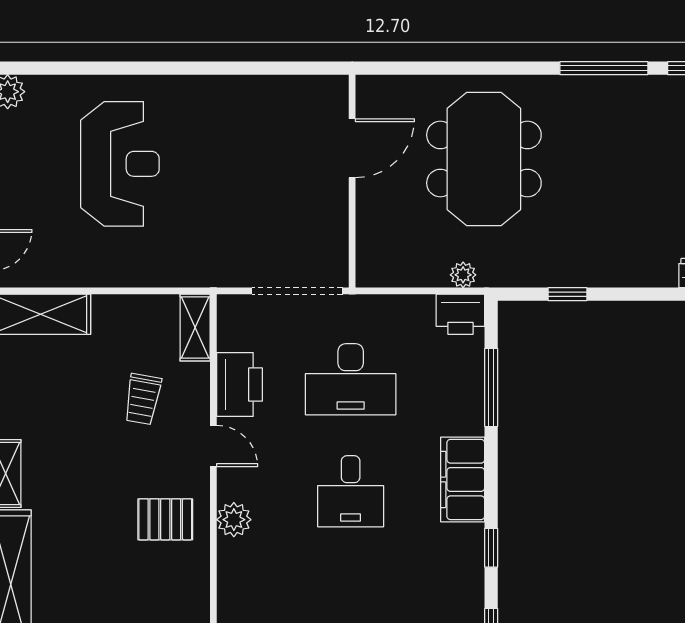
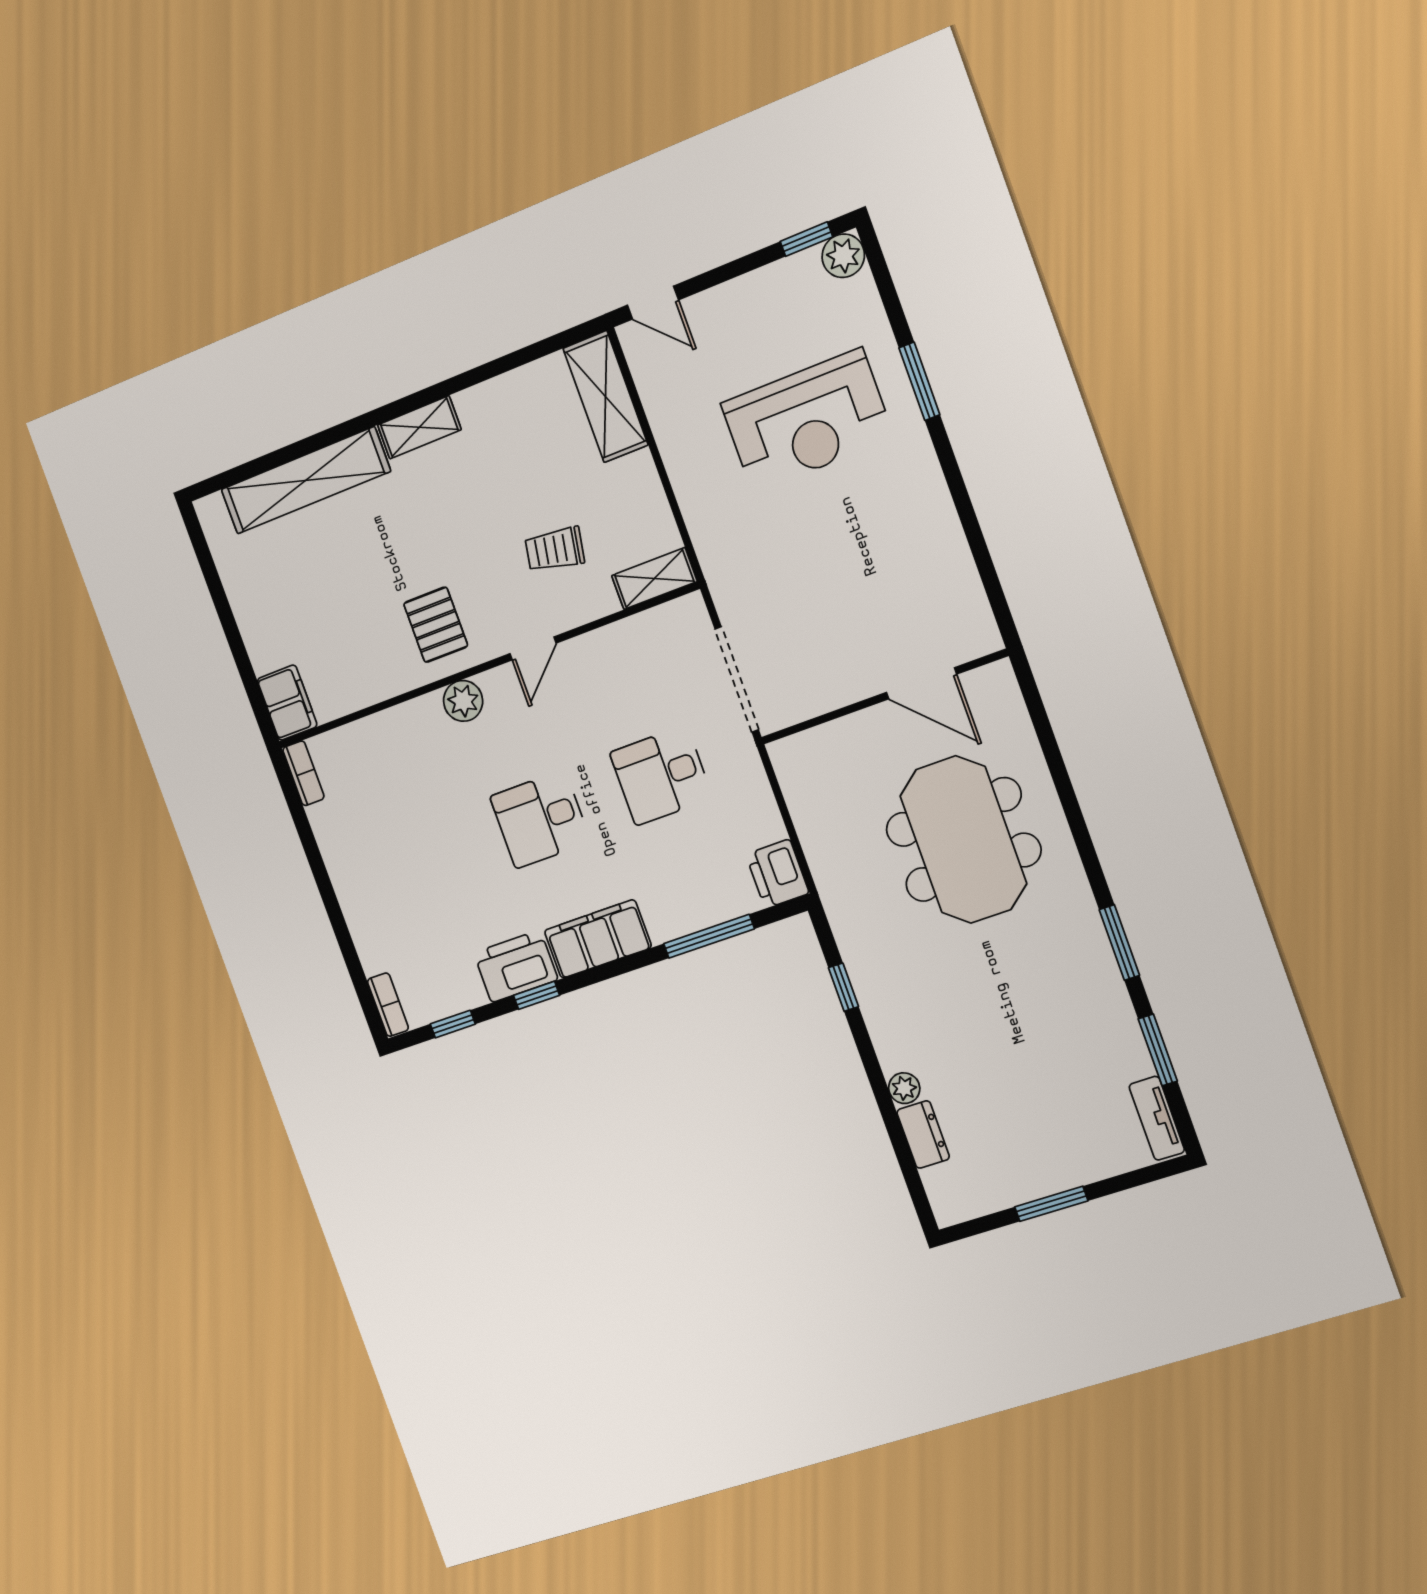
window: (124, 68) -> (919, 381), added
window: (604, 68) -> (1119, 942), width x0.69
meeting table: (484, 159) -> (963, 840), turned 90
plant: (463, 275) -> (904, 1088), moved
desk: (351, 379) -> (661, 775), width x0.73
printer: (239, 385) -> (516, 966), moved, turned 180

